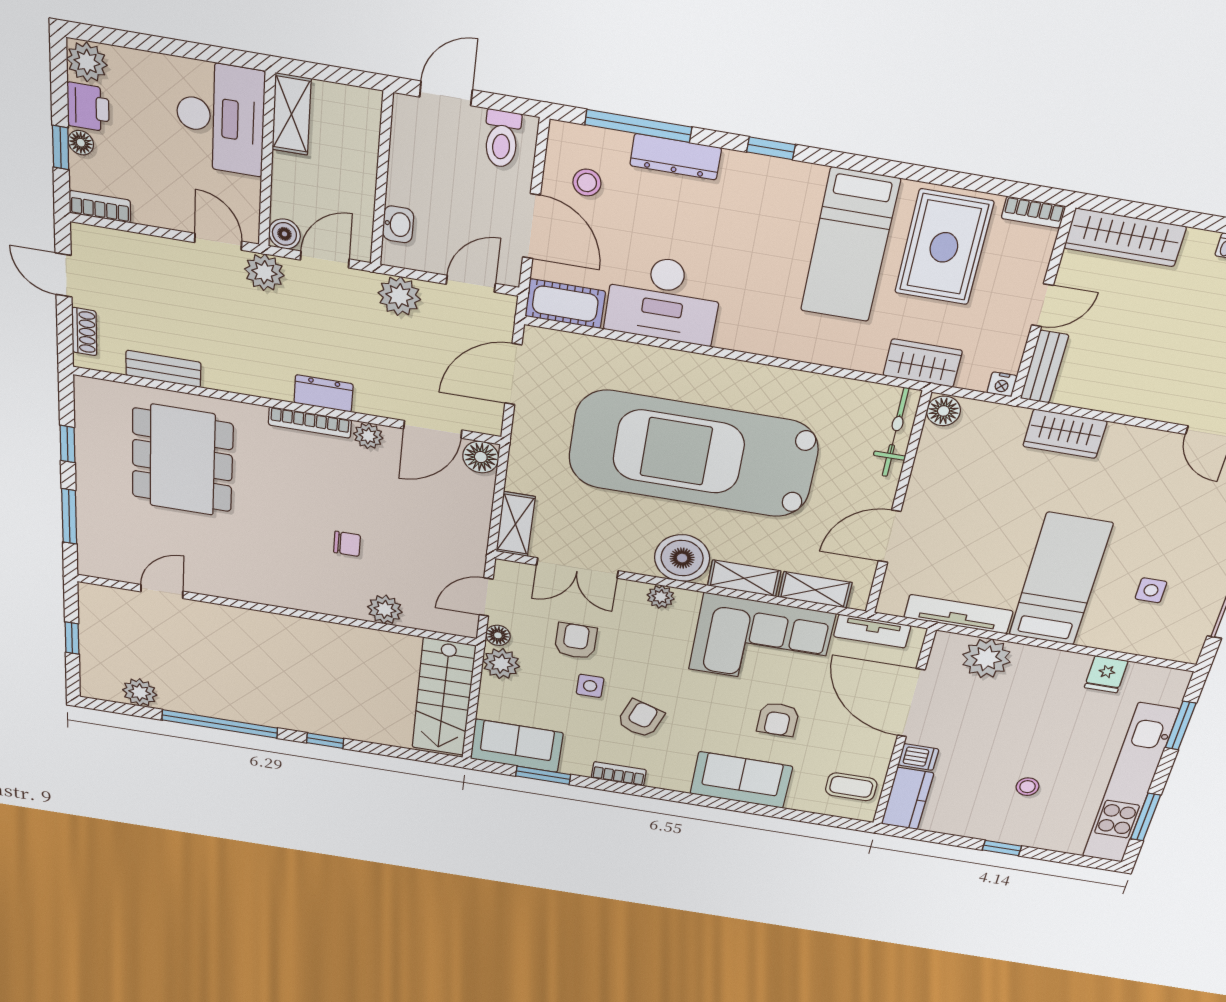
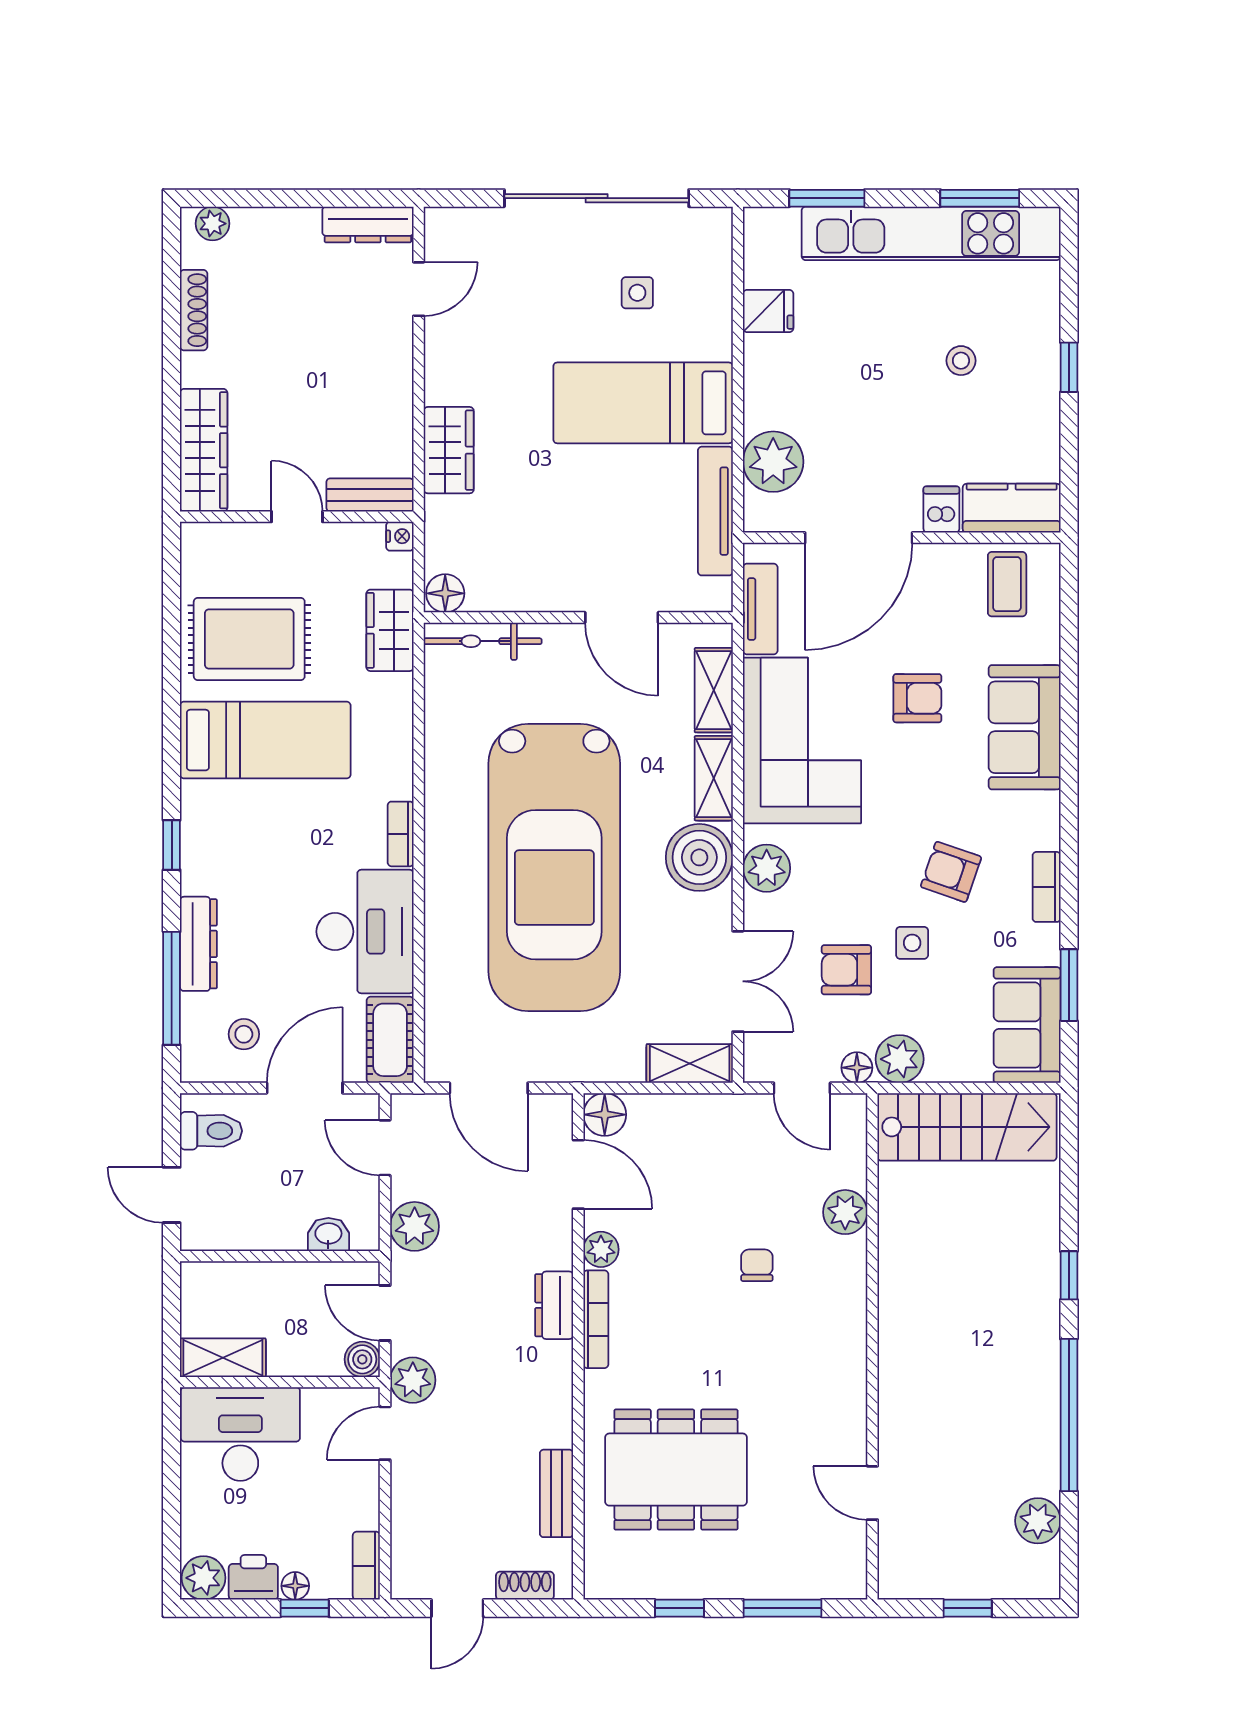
bookcase: (1033, 212) -> (401, 834), moved, turned 180
plant: (661, 597) -> (767, 868), width x1.38, depth x1.38

